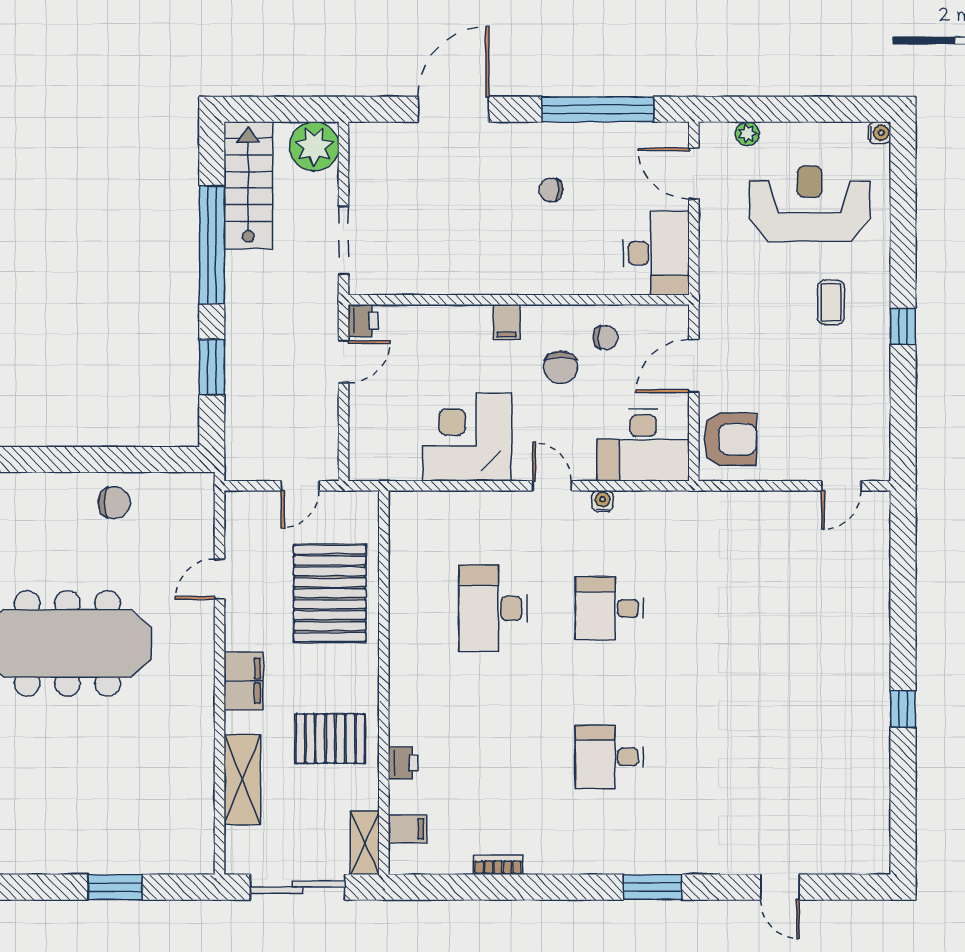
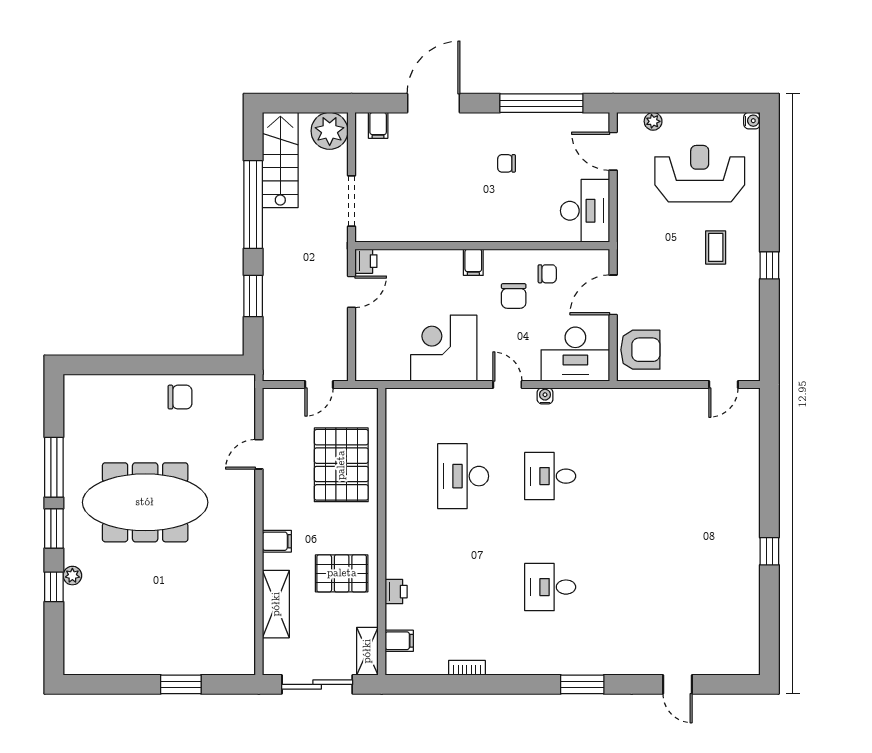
filing cabinet: (379, 139) -> (378, 125), added
filing cabinet: (244, 681) -> (277, 541), width x0.50

